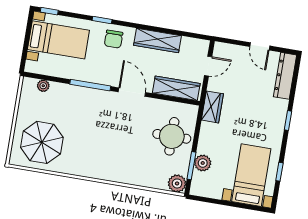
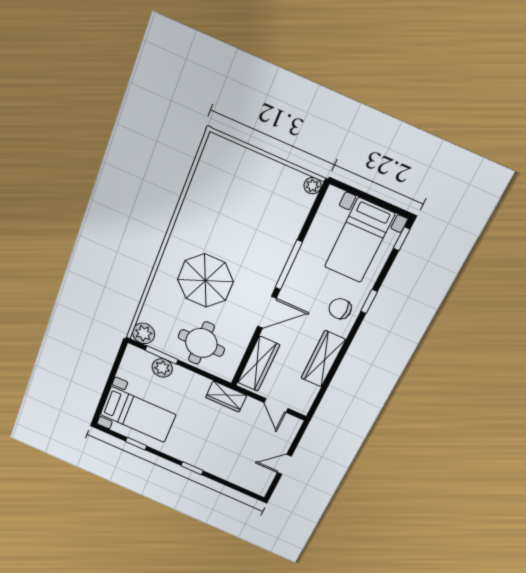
dresser: (285, 76) -> (243, 480), removed
plant: (43, 86) -> (313, 186), moved
parasol: (42, 142) -> (205, 281), moved

